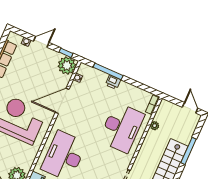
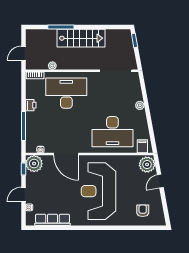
door: (41, 42) -> (23, 194), hinge flipped
printer: (113, 82) -> (31, 105), moved
door: (190, 108) -> (23, 53), moved

